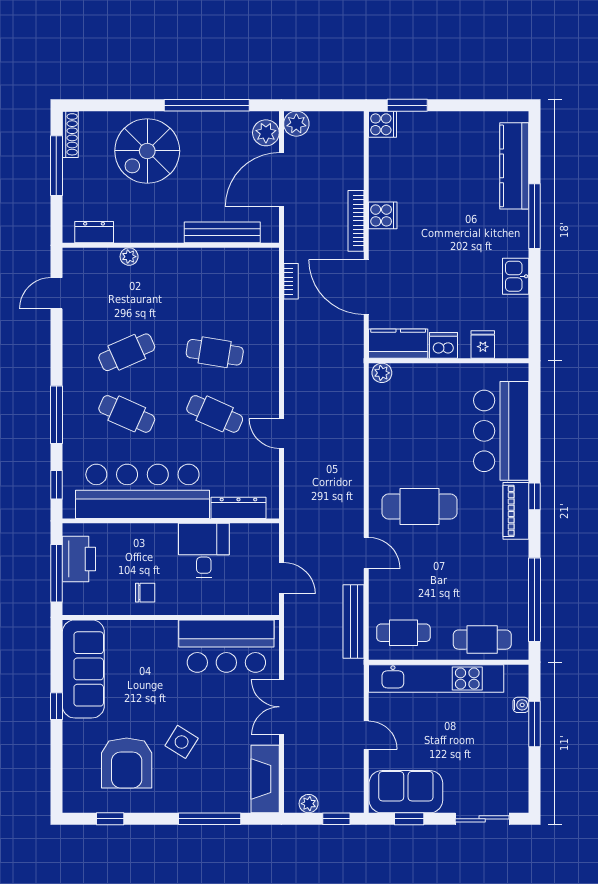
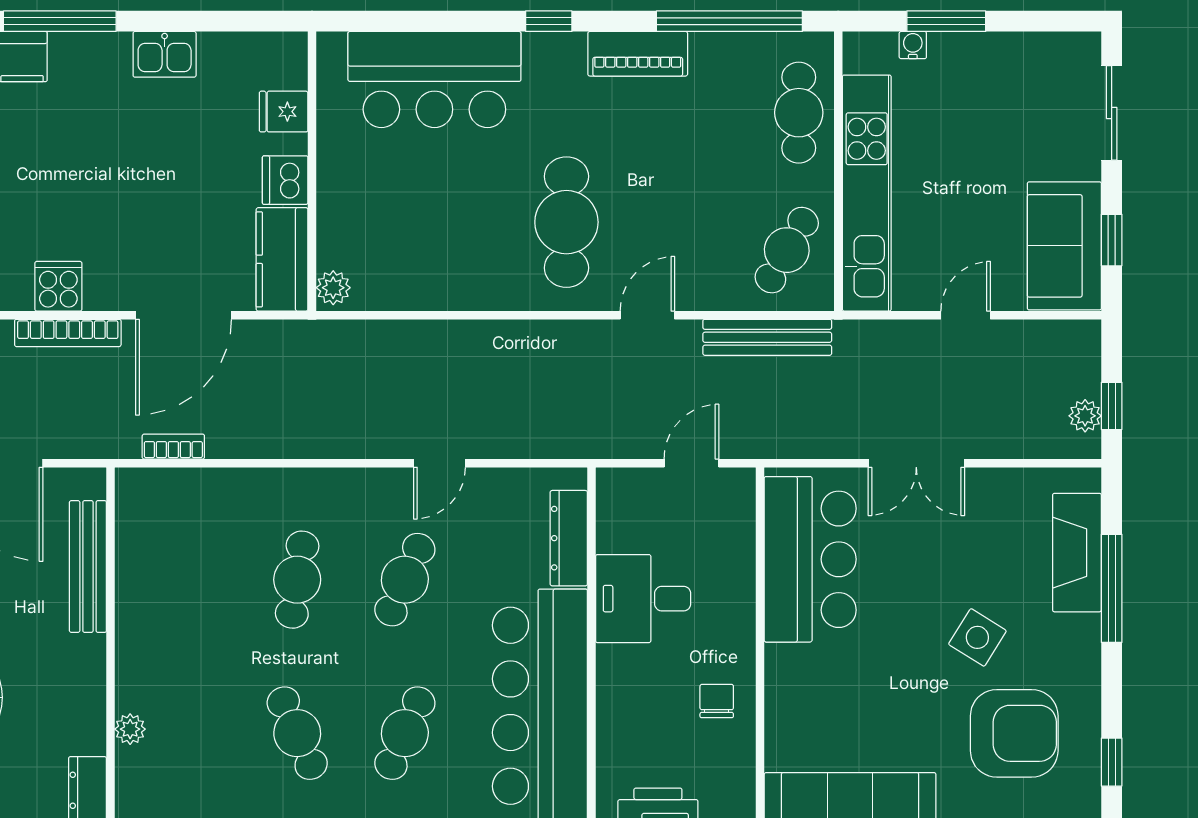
piano: (516, 511) -> (638, 54), moved
cafe table: (403, 633) -> (787, 250), turned 30
fireplace: (265, 779) -> (1077, 553), moved, turned 90
window: (336, 819) -> (1112, 406), moved

